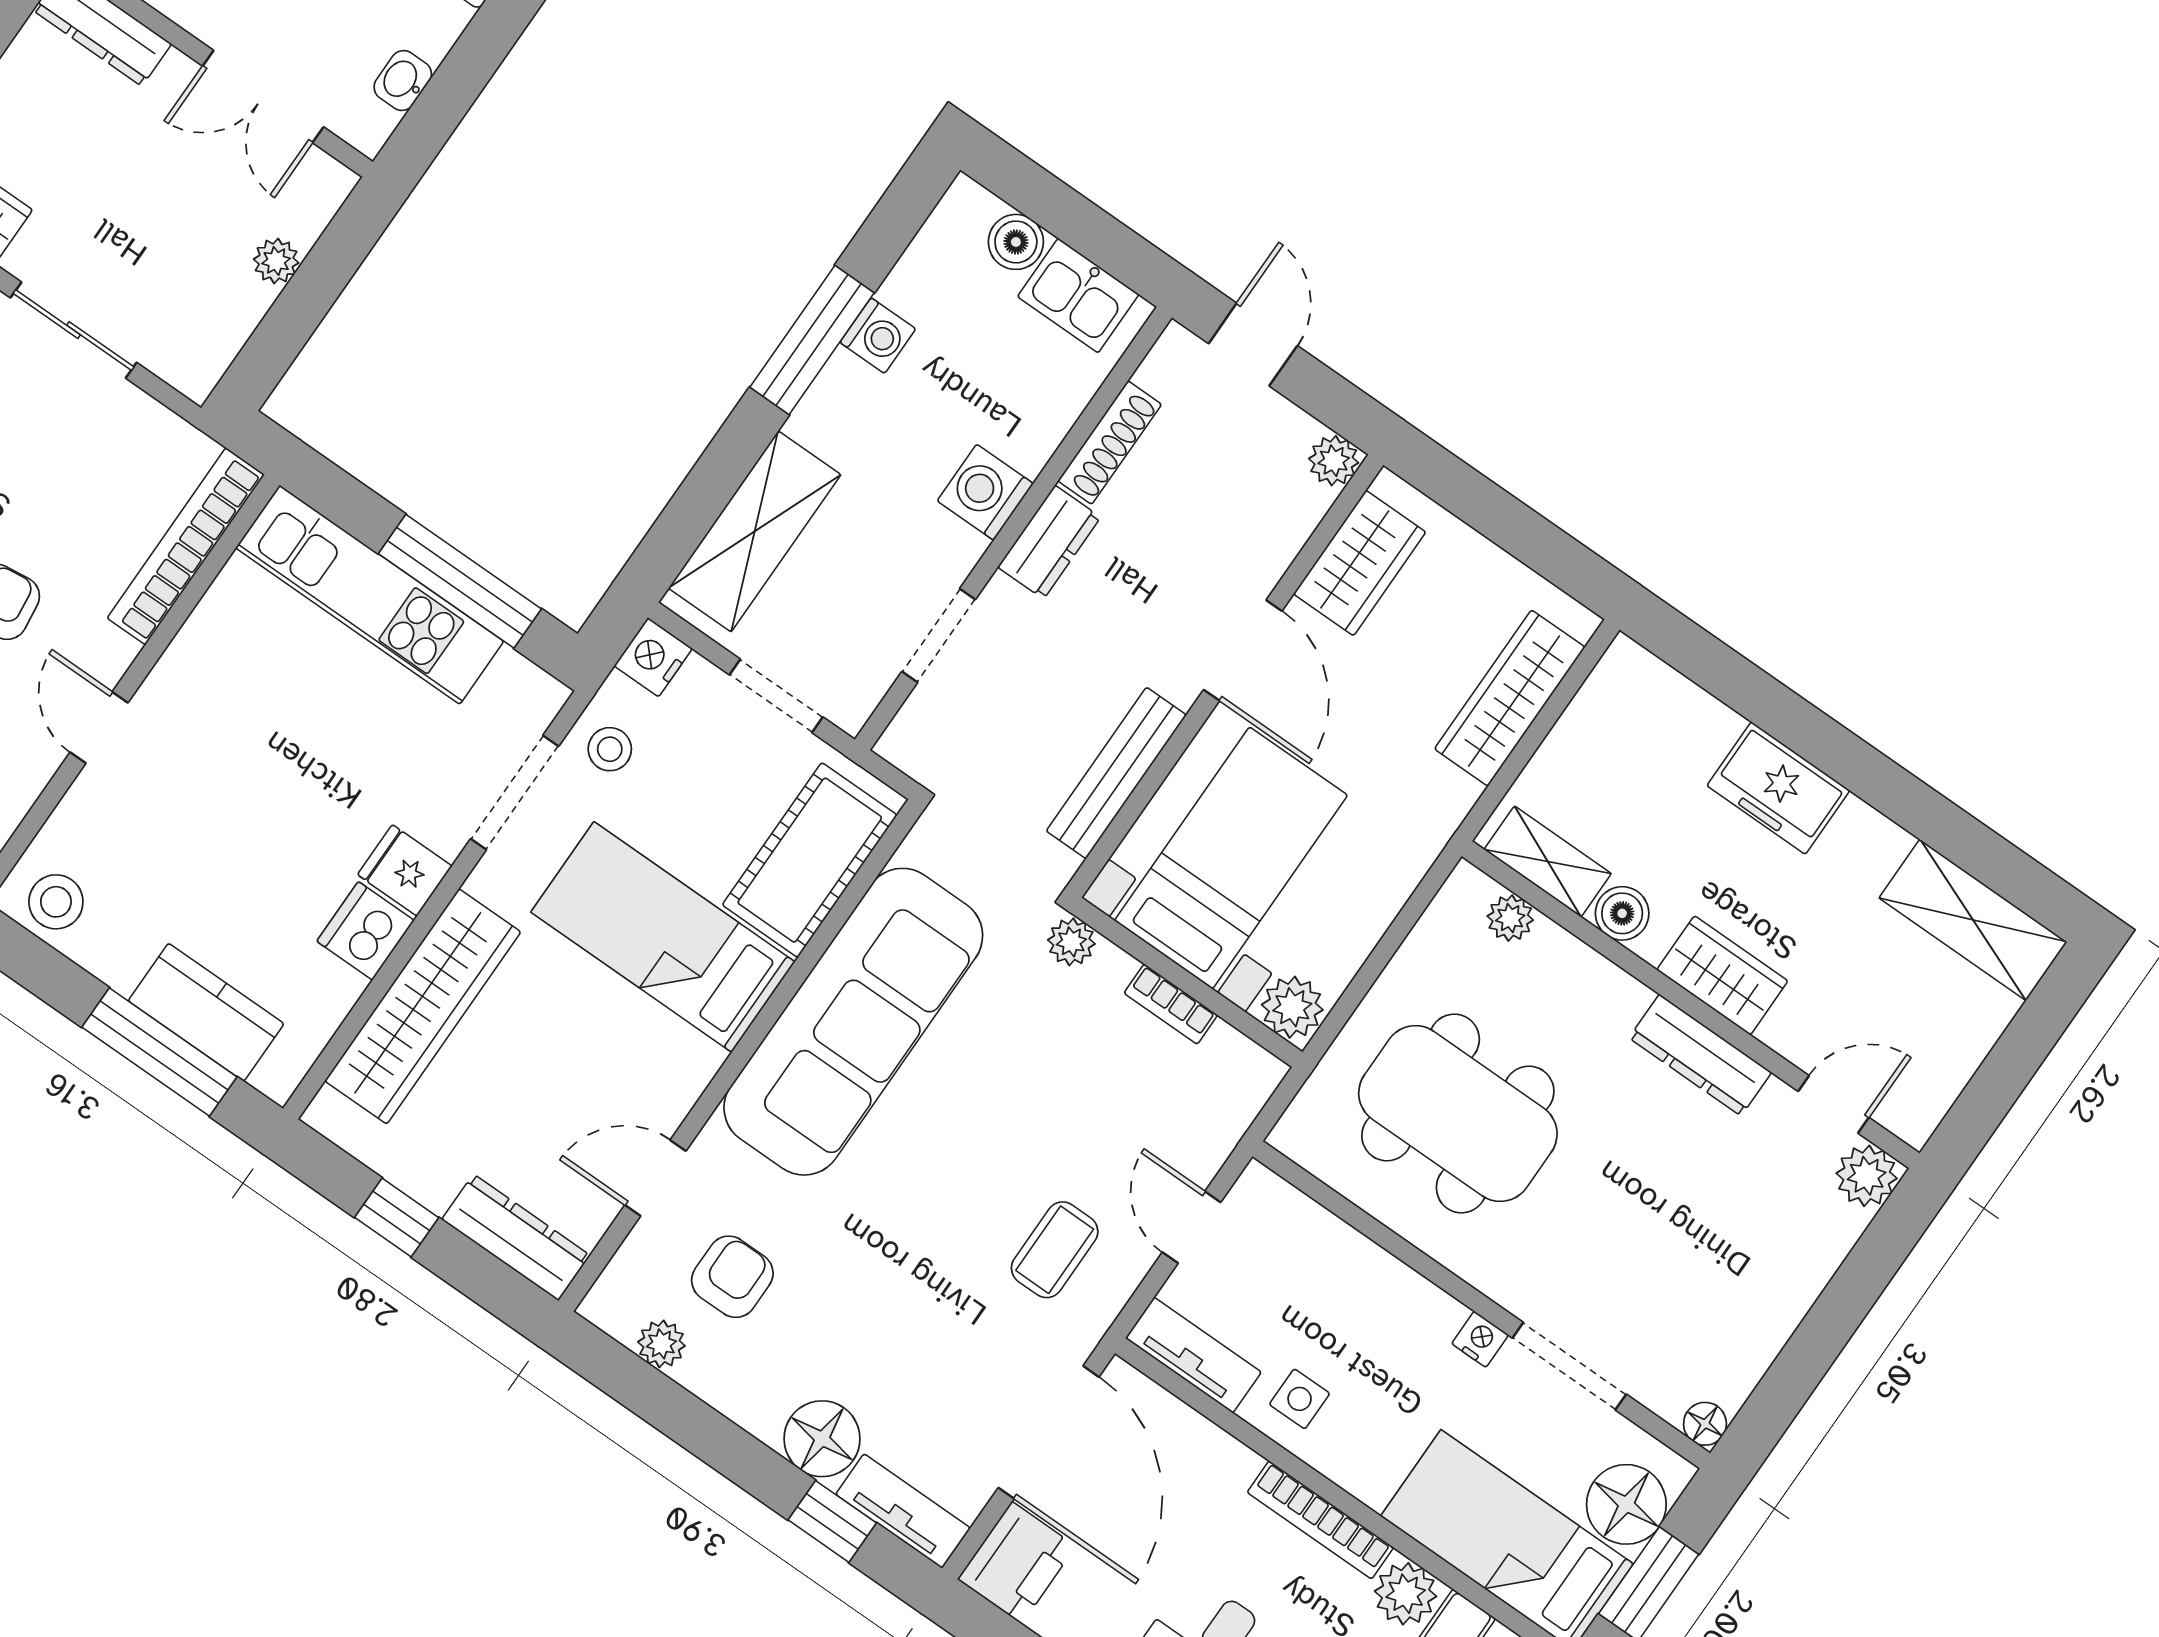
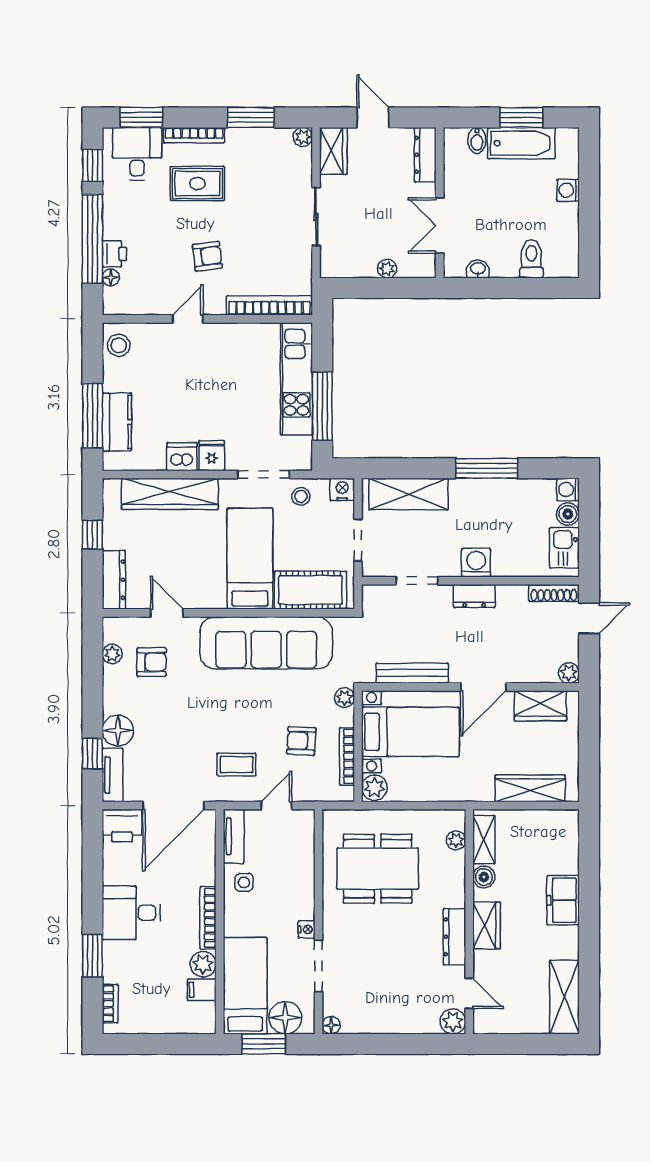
washing machine: (878, 336) -> (568, 489), moved, turned 90
shoe rack: (1110, 443) -> (554, 593), moved
bookcase: (1171, 1004) -> (347, 756), width x1.56
armchair: (1097, 1088) -> (301, 741), added
dining table: (1458, 1113) -> (378, 869), turned 90

